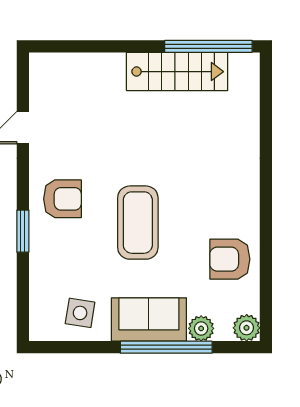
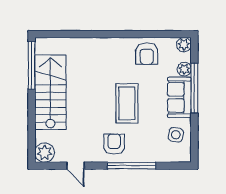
plant: (47, 70) -> (45, 153), added
stairs: (177, 72) -> (50, 92), width x1.36, depth x1.51
coffee table: (138, 223) -> (127, 103), turned 90
window: (23, 231) -> (132, 166), width x2.11

